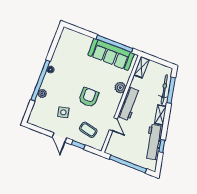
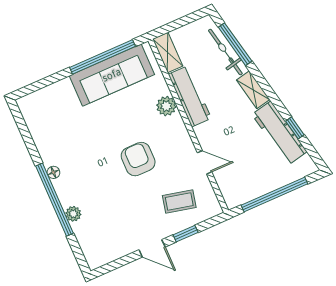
workbench: (129, 104) -> (190, 96), moved
side table: (63, 112) -> (125, 211), removed

